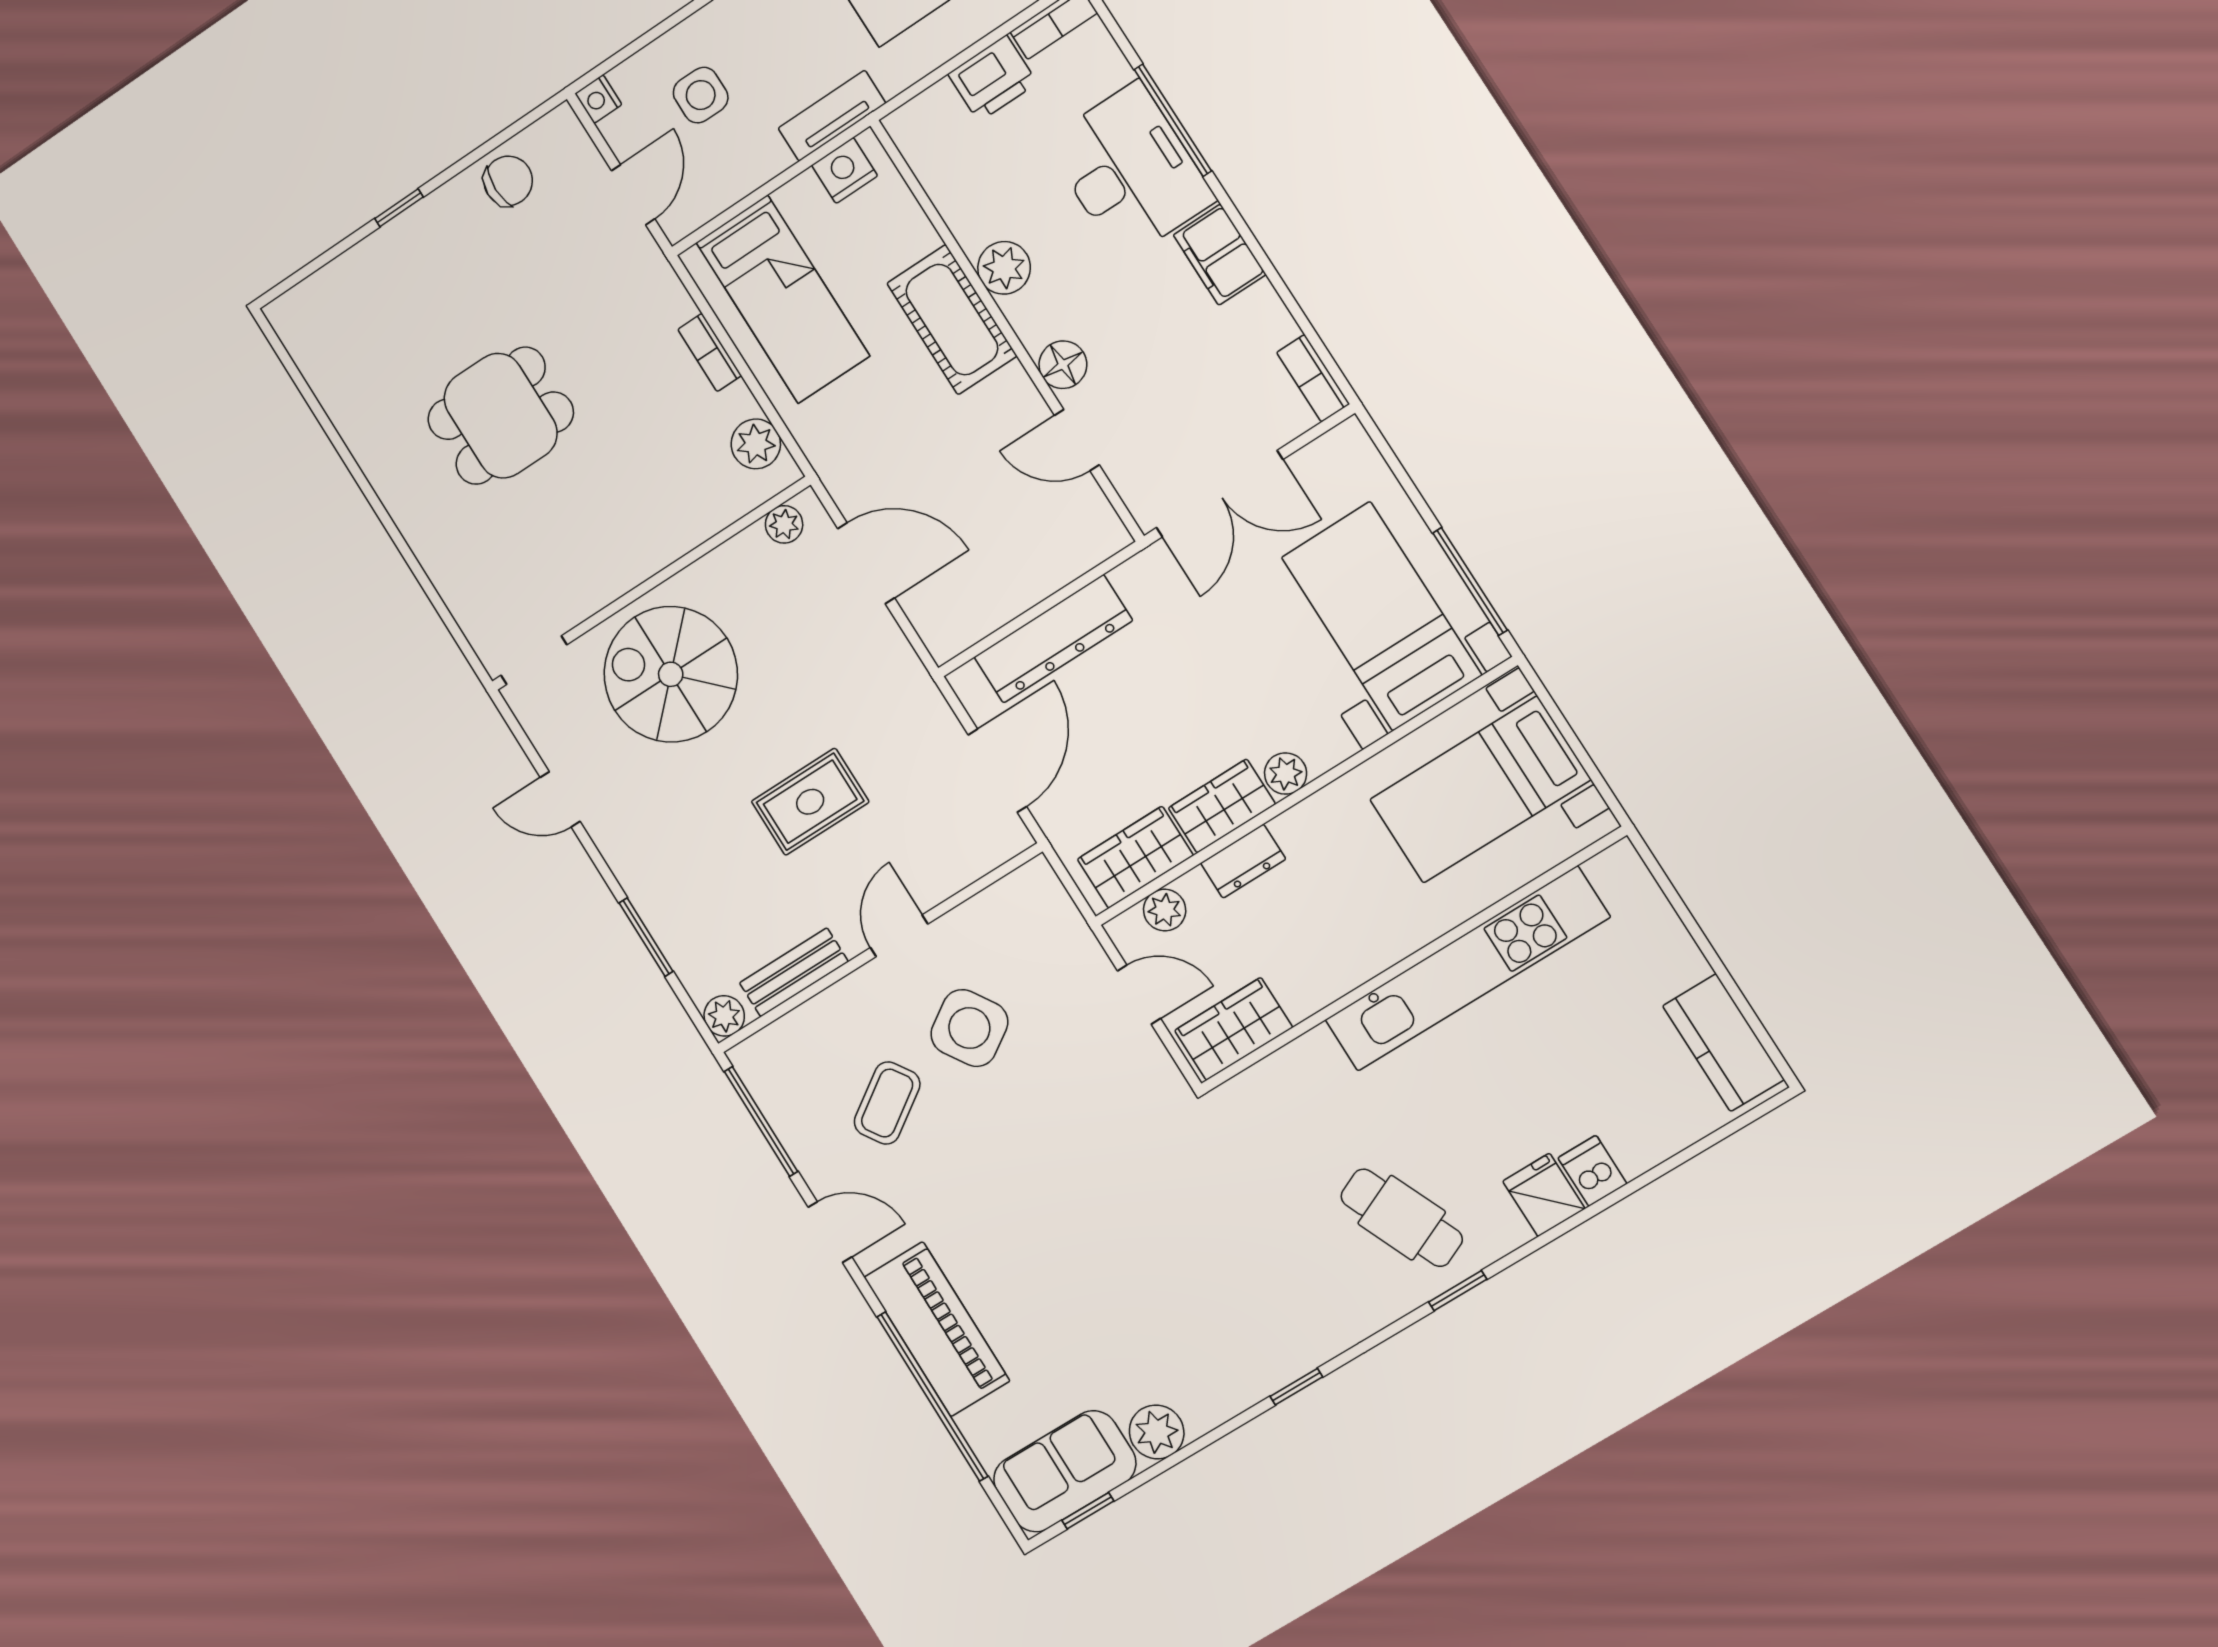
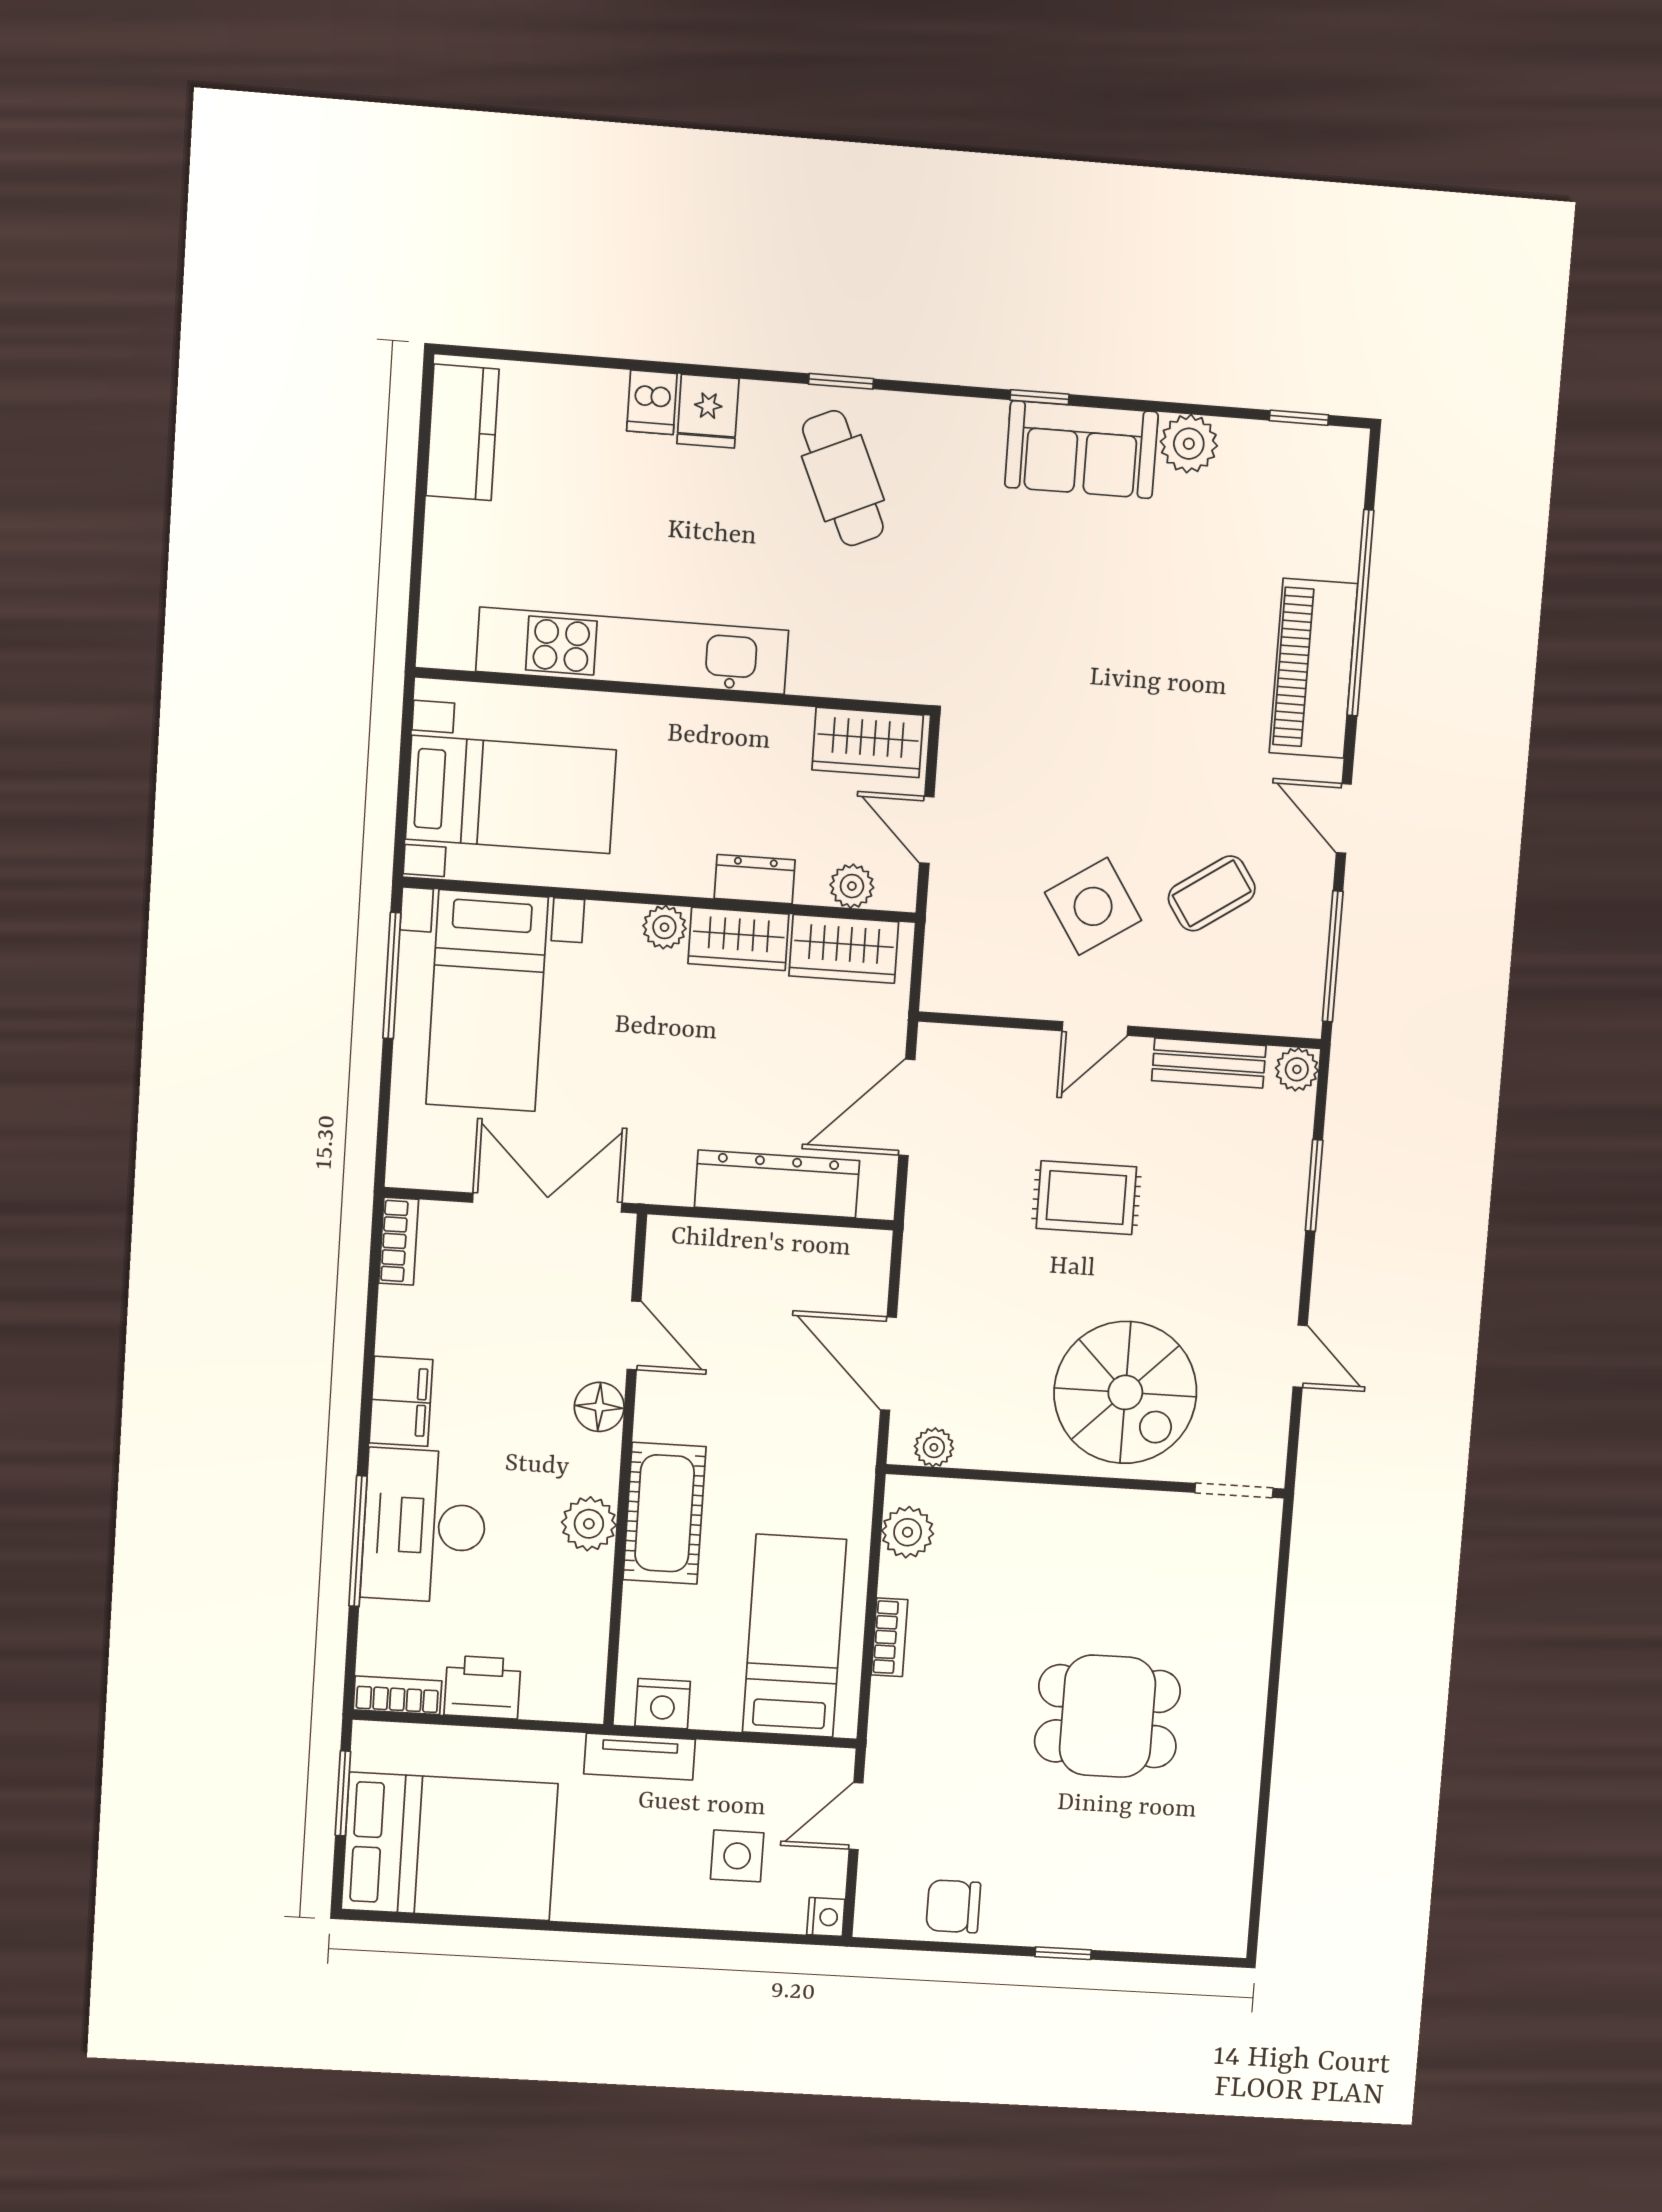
sofa: (1065, 1471) -> (1081, 450), moved

